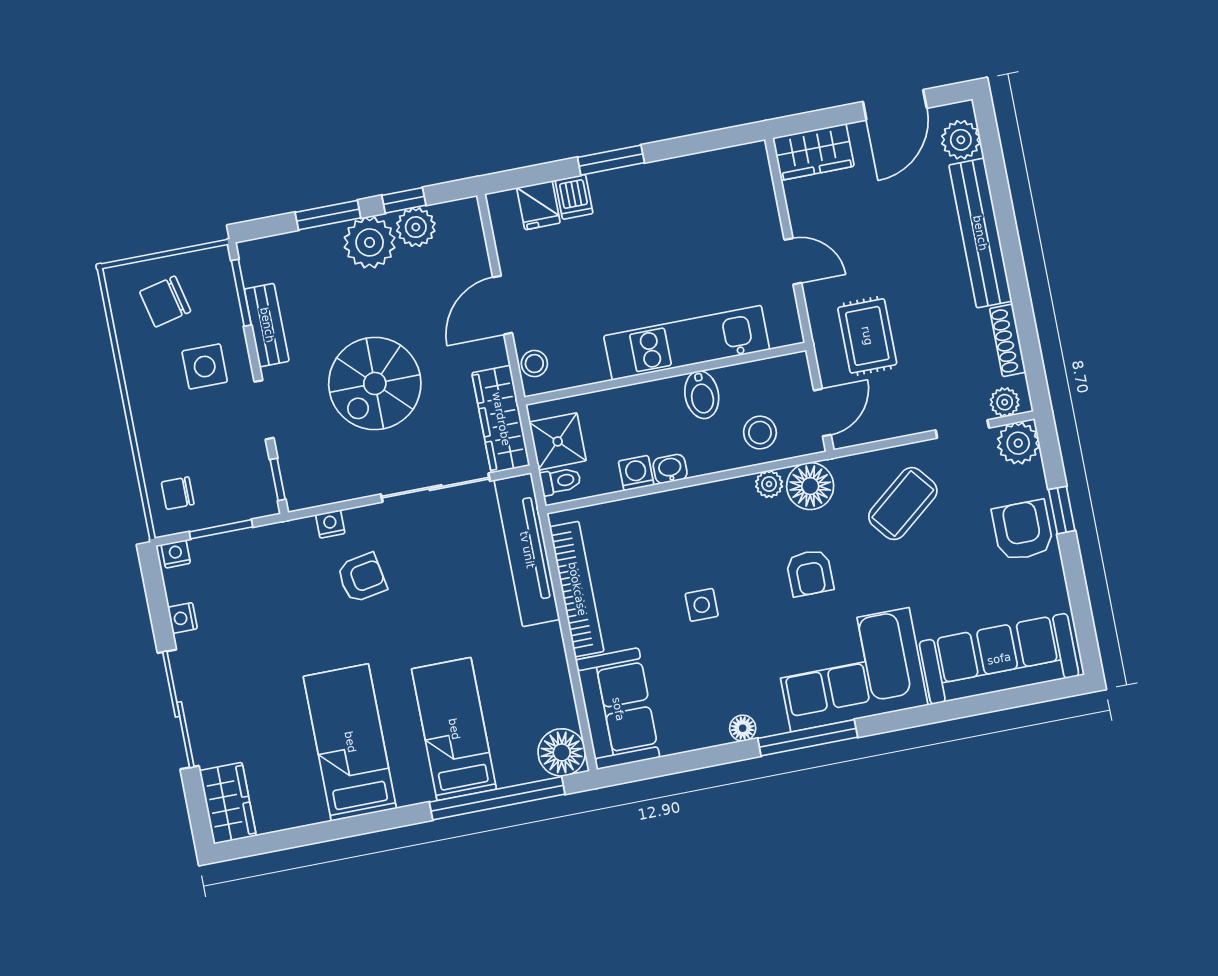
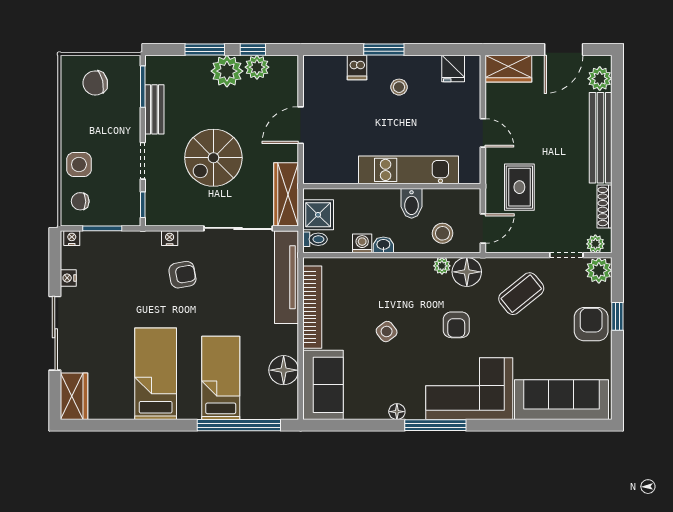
fridge: (538, 205) -> (453, 68), moved
stool: (534, 364) -> (399, 87), moved
side table: (205, 366) -> (79, 164), moved
side table: (702, 605) -> (387, 332), turned -38
floor lamp: (562, 752) -> (284, 370), moved

